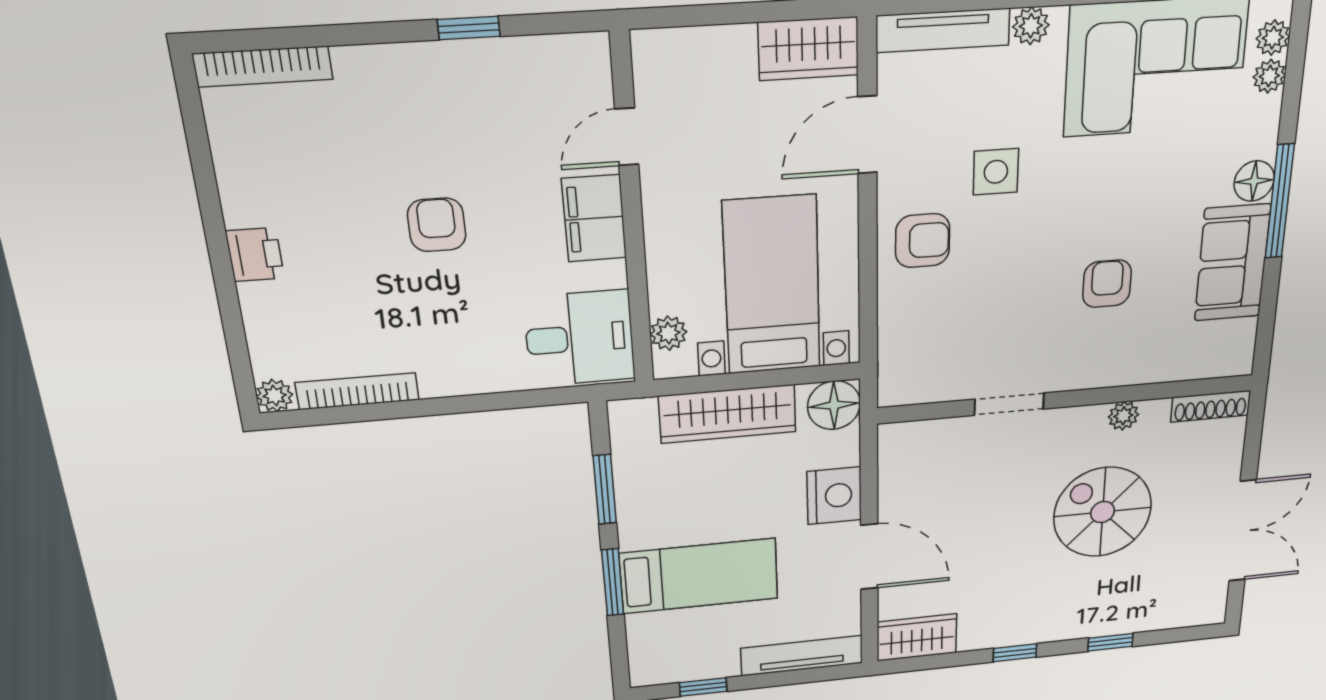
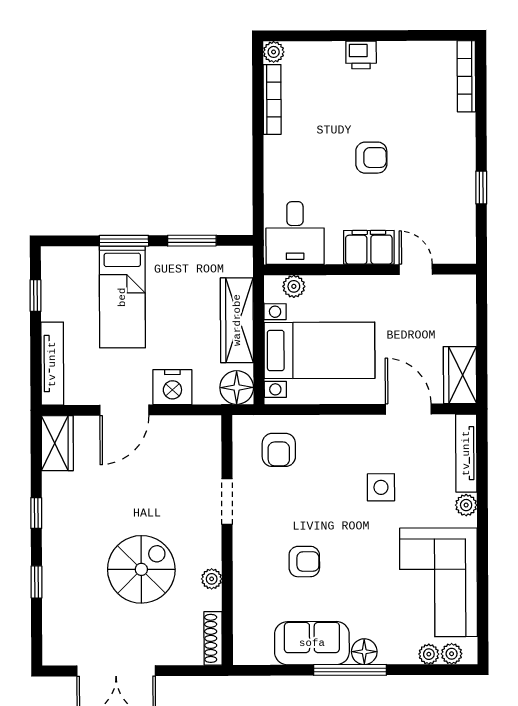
armchair: (923, 241) -> (279, 450), moved

